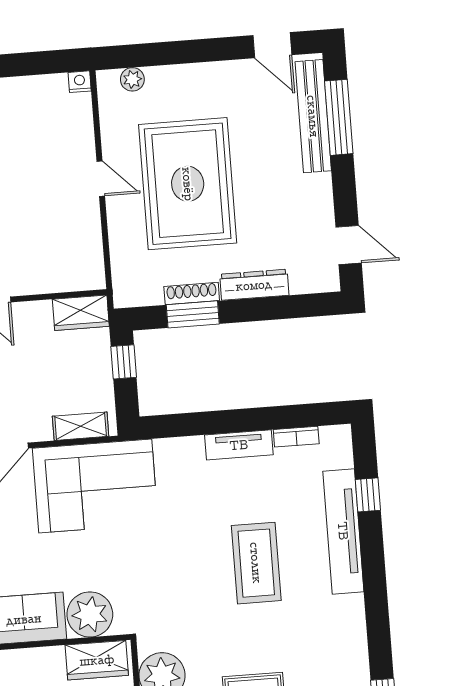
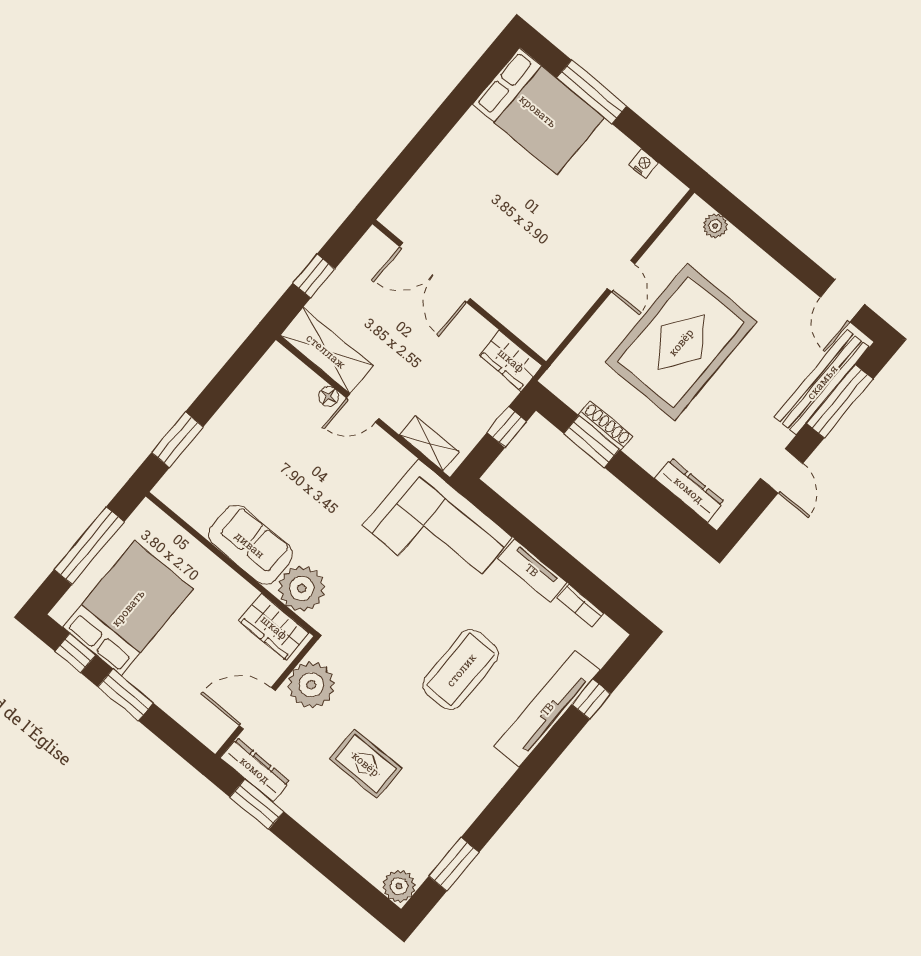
nightstand: (80, 82) -> (643, 164), moved
door: (349, 245) -> (782, 471), moved
dresser: (254, 285) -> (689, 490), moved
corner sofa: (95, 486) -> (438, 531), moved

